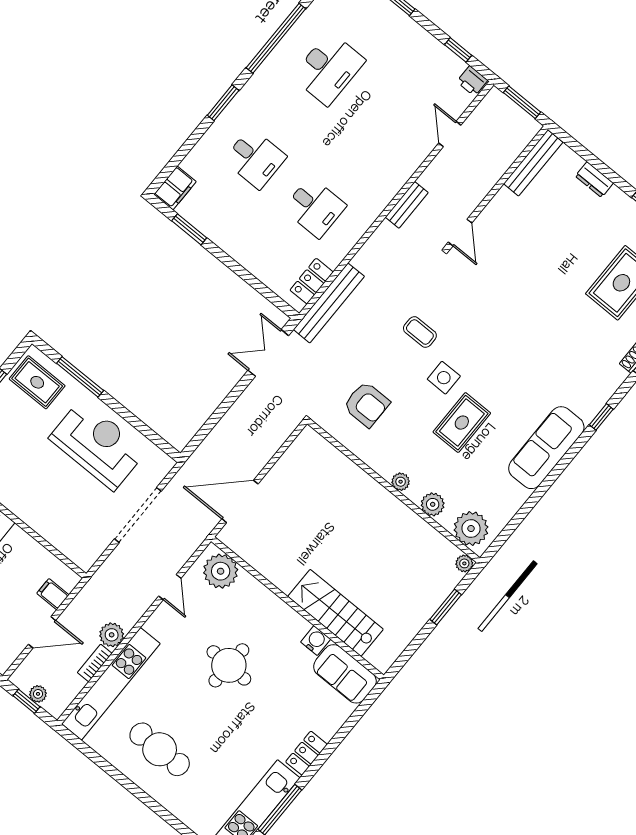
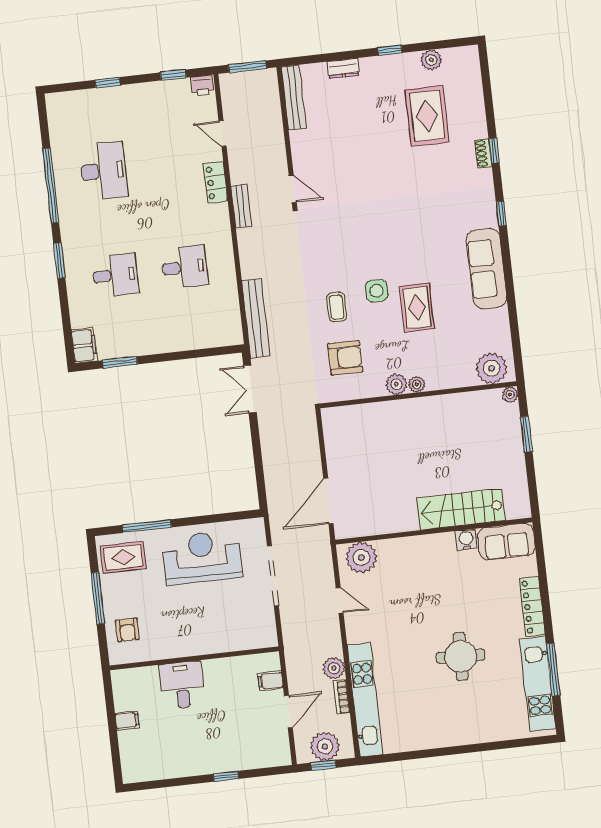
locker: (312, 281) -> (215, 182), moved
coffee table: (420, 332) -> (337, 307), moved, turned 90
plant: (433, 504) -> (396, 384), moved
round table: (229, 665) -> (461, 656), moved
plant: (38, 694) -> (325, 746), width x1.88, depth x1.88
cafe table: (160, 749) -> (438, 709), removed
locker: (306, 753) -> (532, 606), width x1.53

